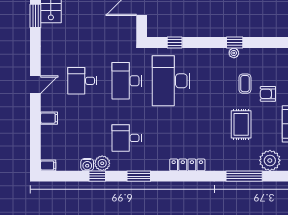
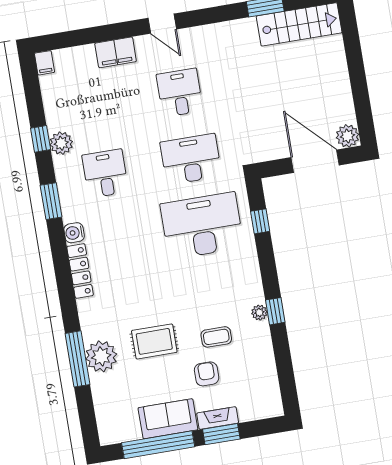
filing cabinet: (49, 118) -> (116, 52), width x2.00
plant: (270, 160) -> (101, 356), moved
water cooler: (87, 165) -> (74, 233), moved

